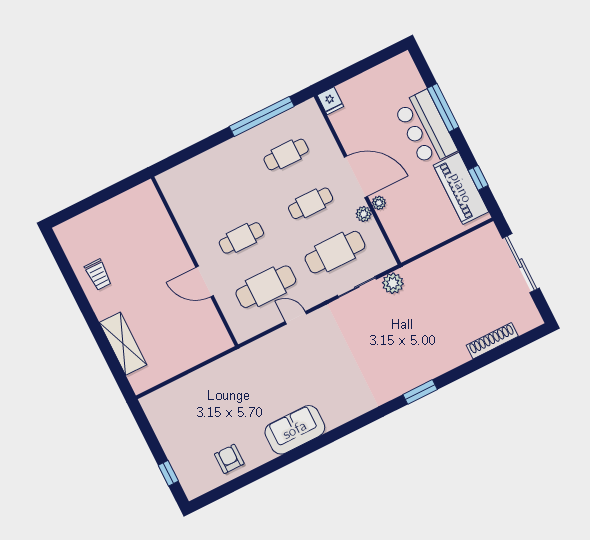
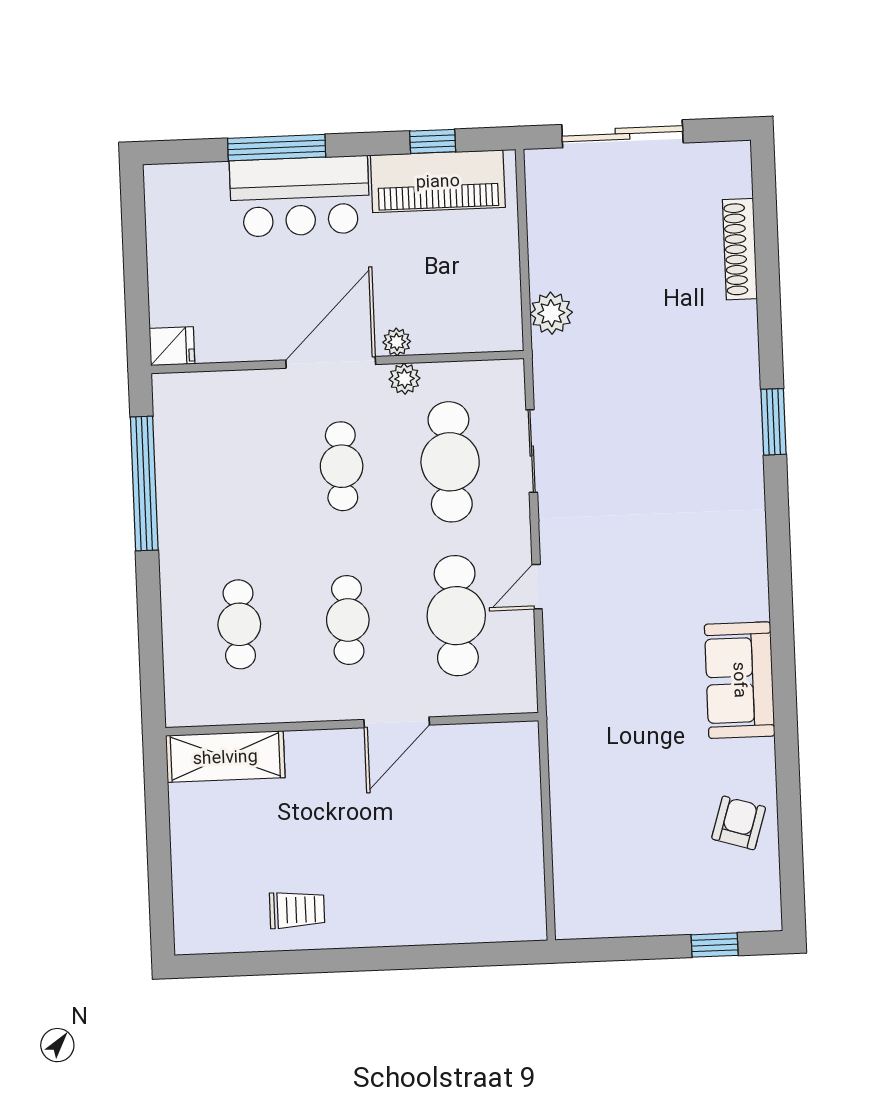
cafe table: (286, 154) -> (239, 624), moved
plant: (393, 283) -> (551, 313), moved
shelving: (123, 344) -> (225, 757), moved
armchair: (229, 459) -> (739, 823), turned 107

